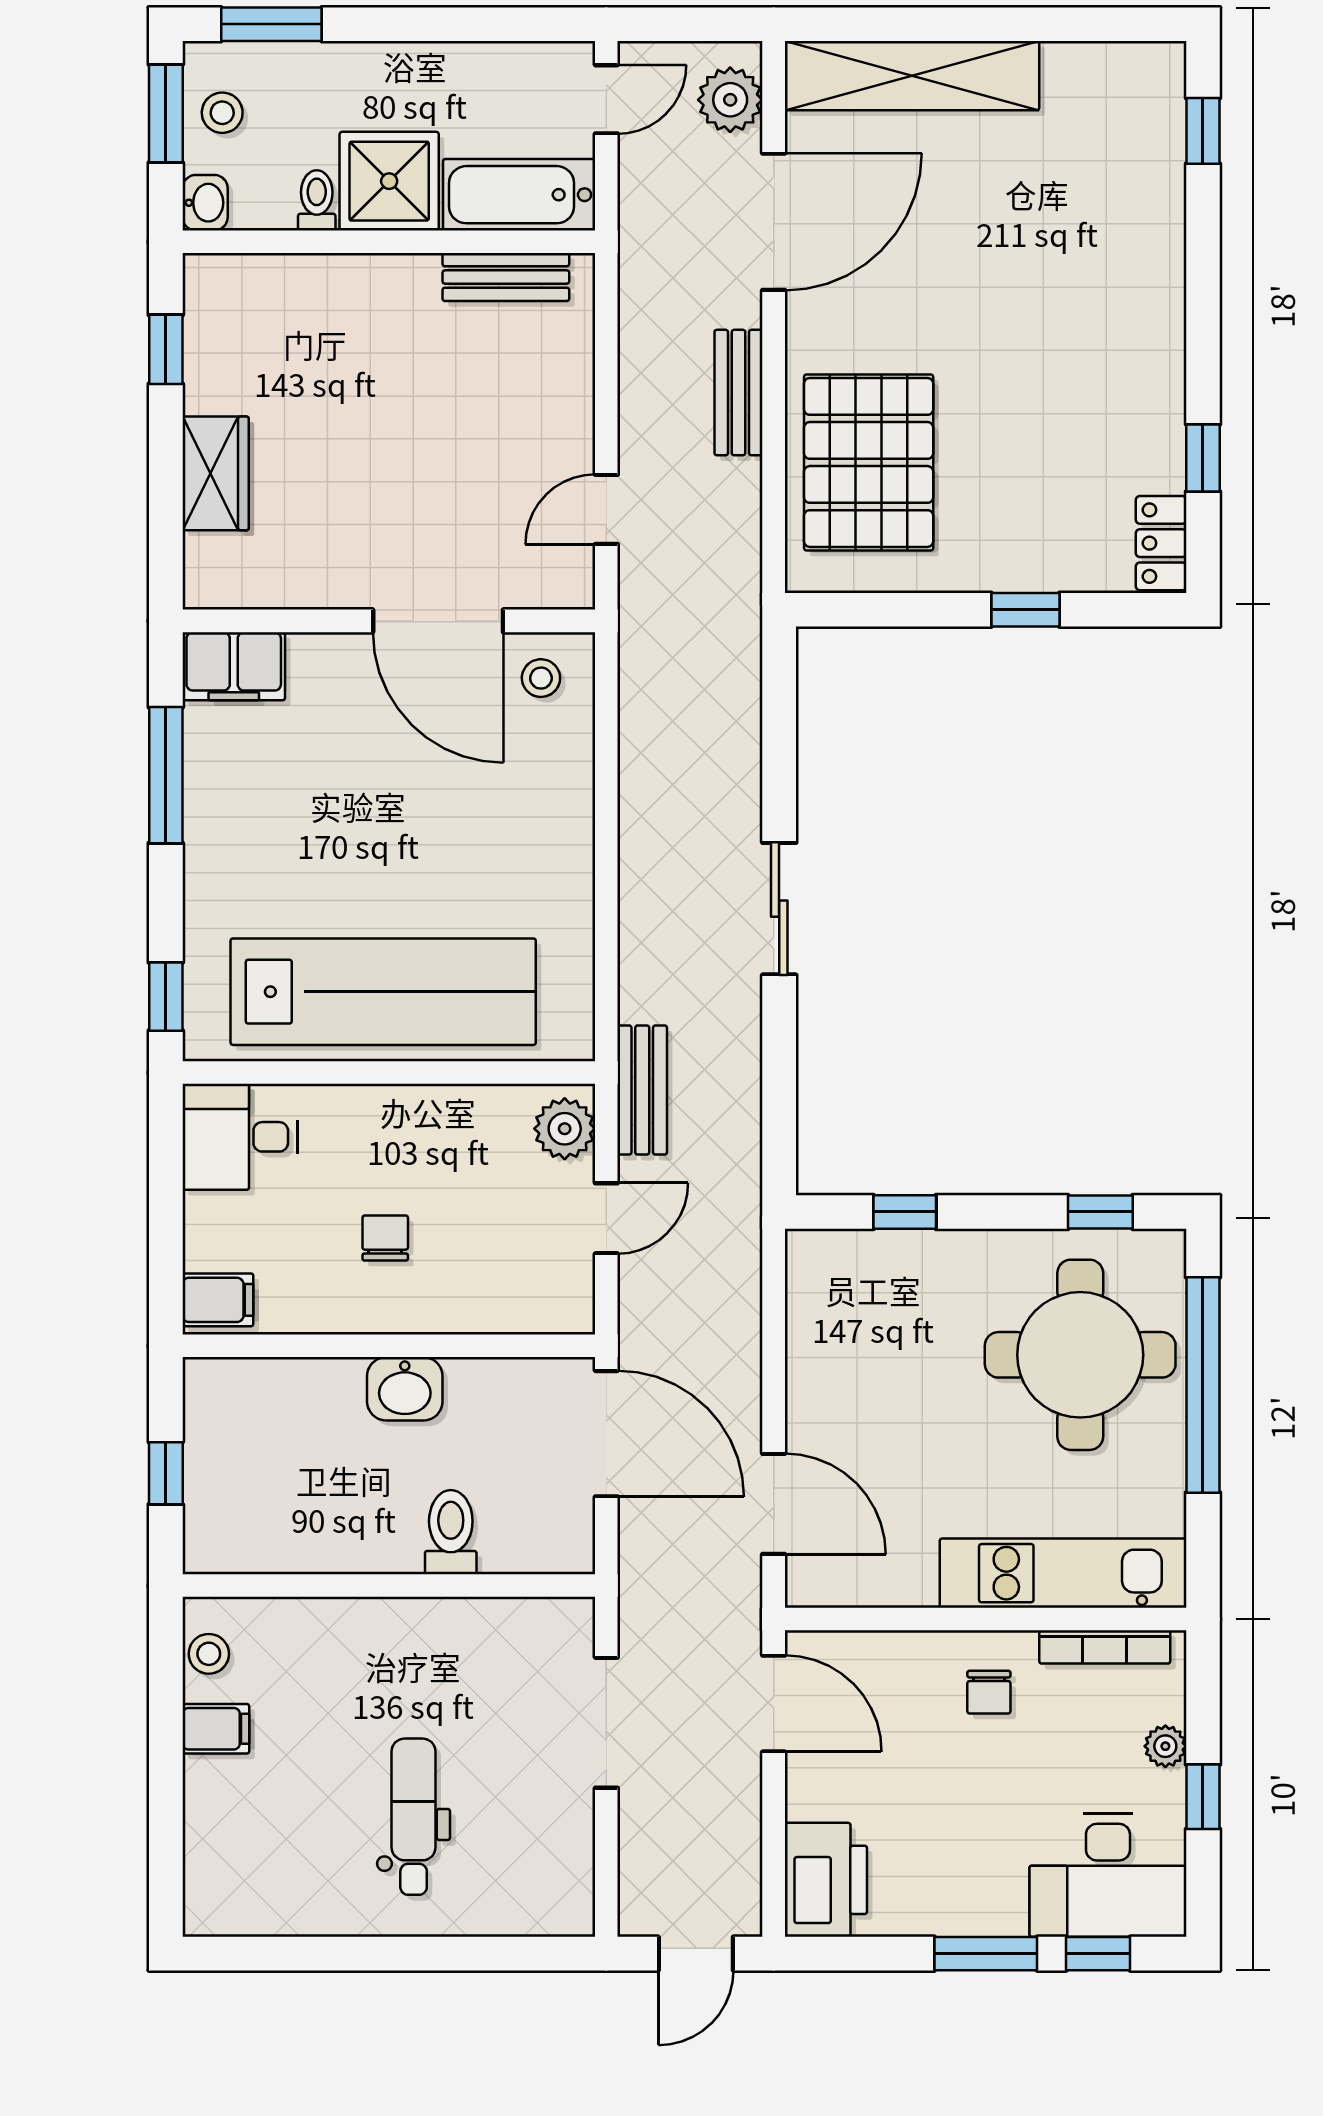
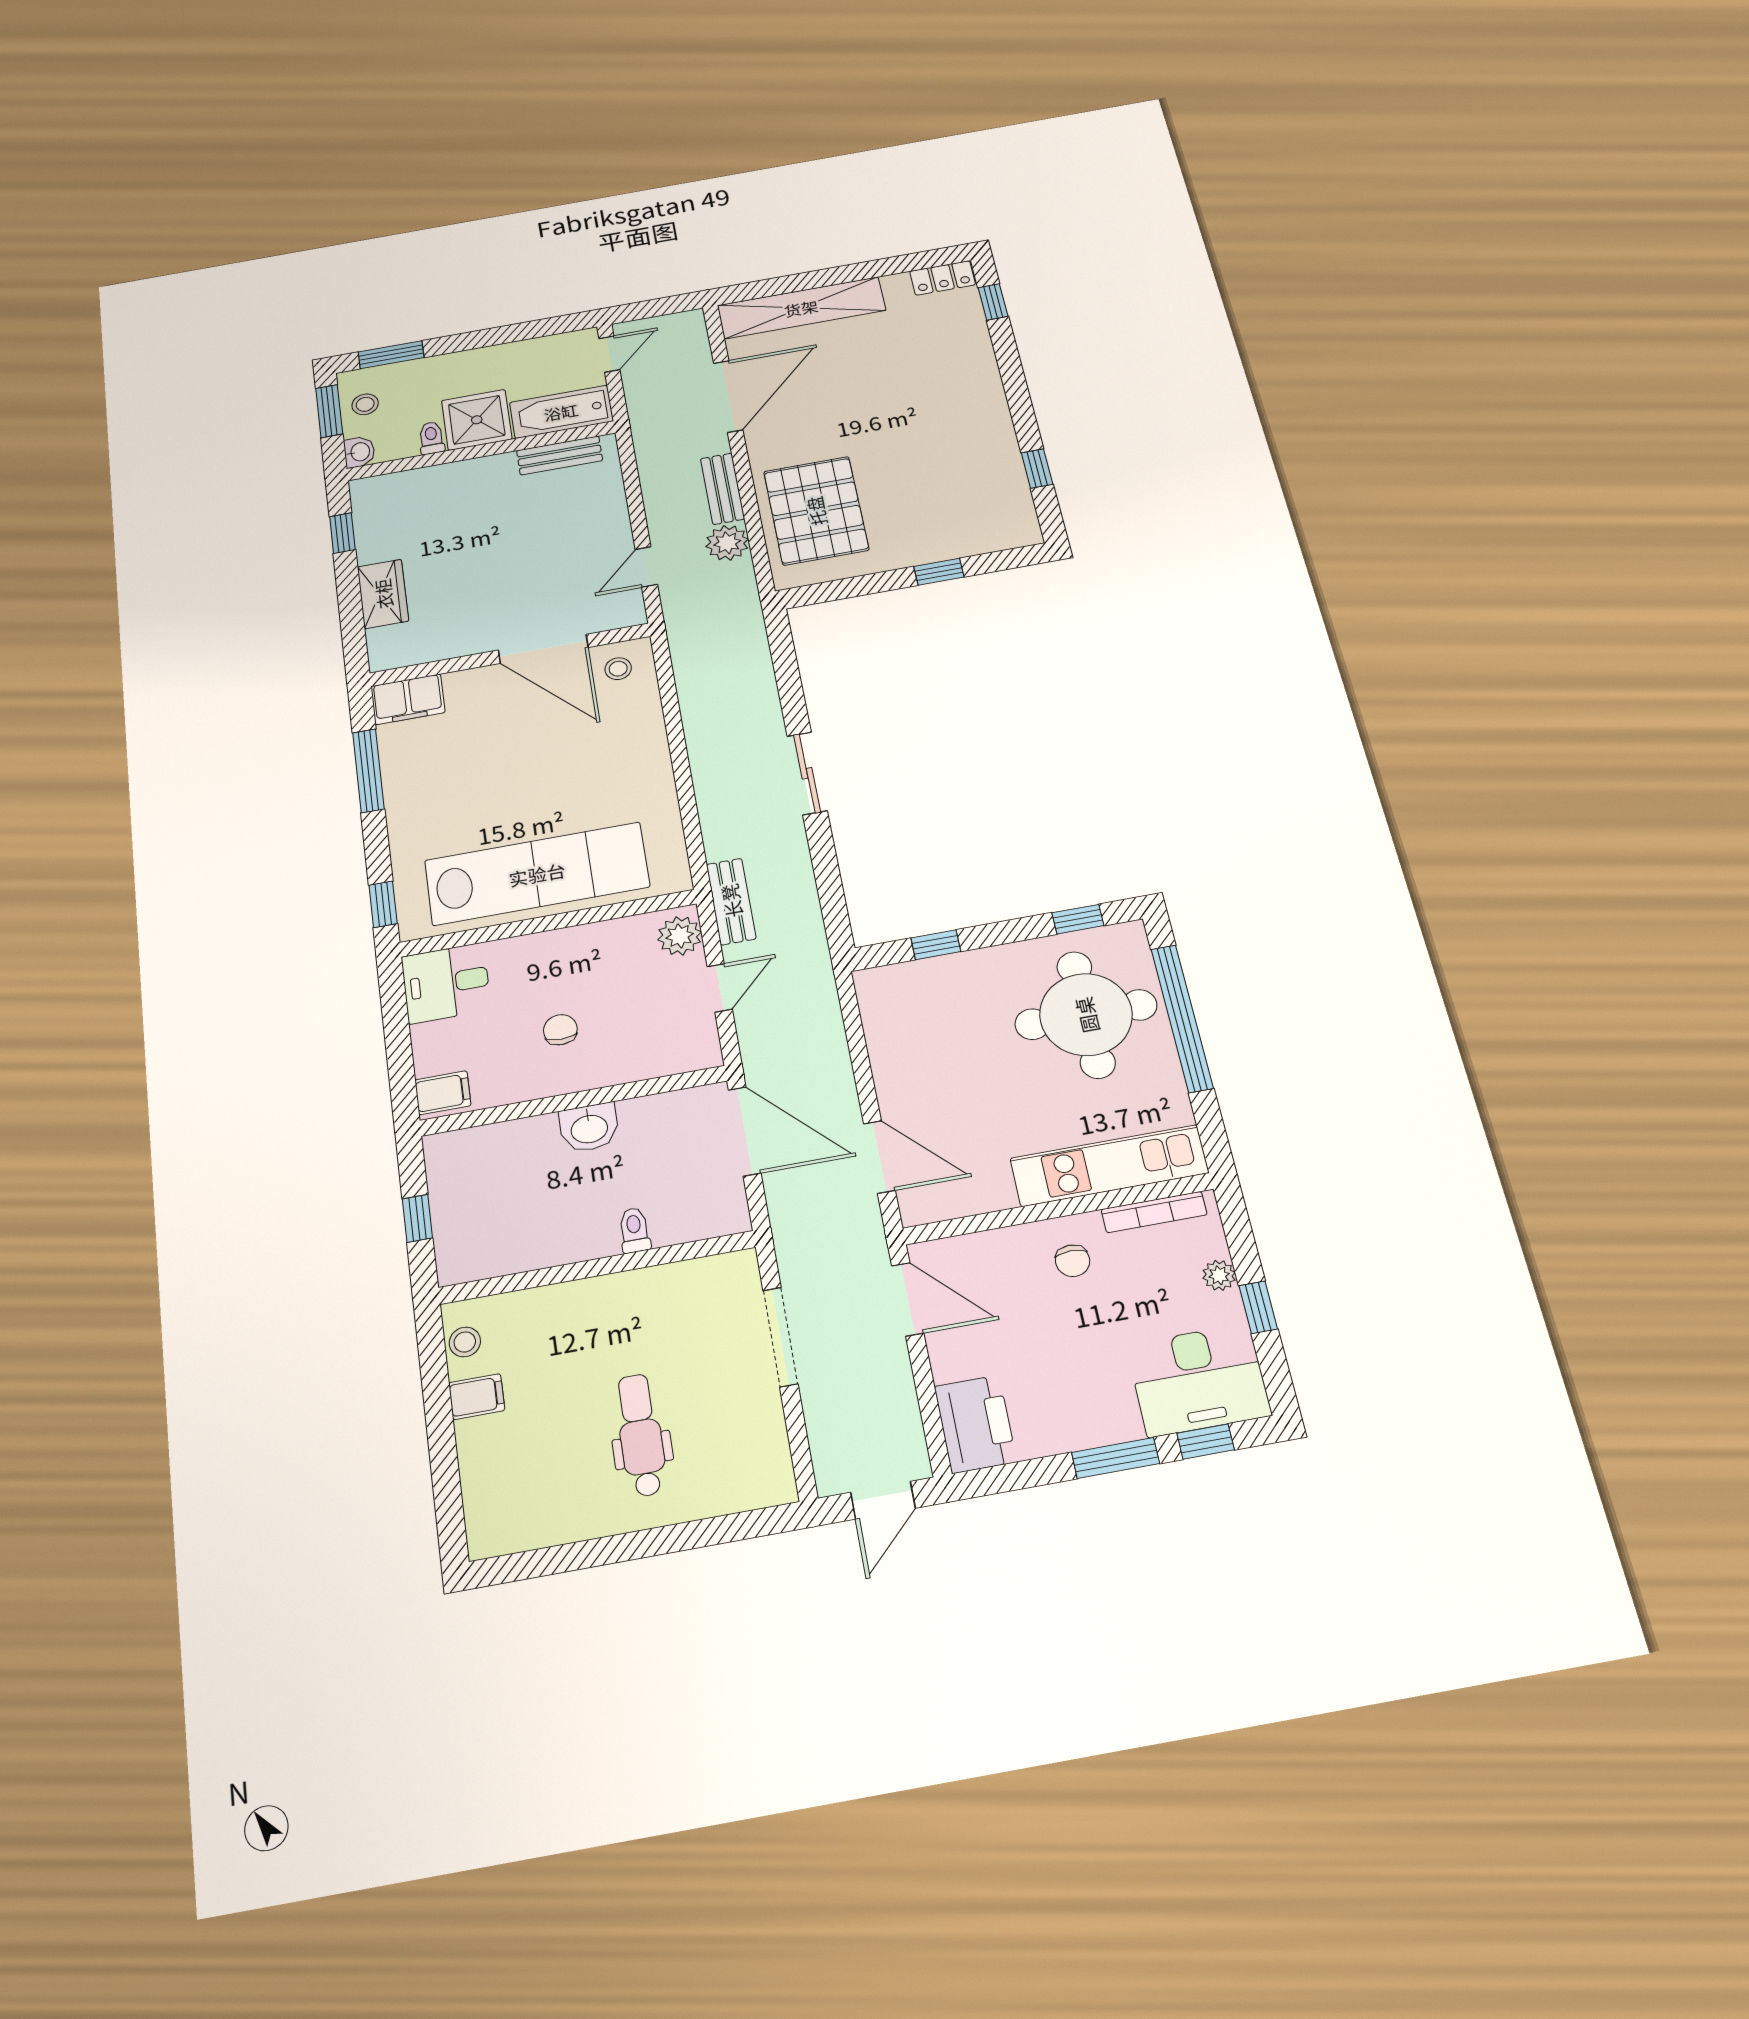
plant: (730, 100) -> (727, 543), moved
locker: (1161, 543) -> (943, 278), moved, turned -90
toilet: (451, 1532) -> (634, 1230), width x0.73, depth x0.72

